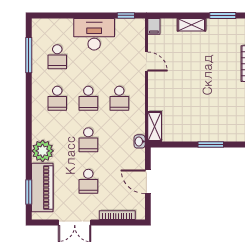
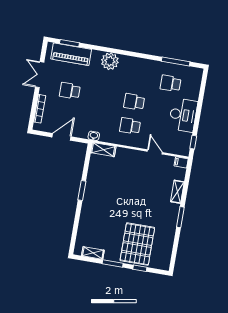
door: (146, 62) -> (155, 152), swing flipped
school desk: (57, 98) -> (138, 78), removed
school desk: (88, 140) -> (102, 96), removed
plant: (43, 151) -> (110, 61), moved

